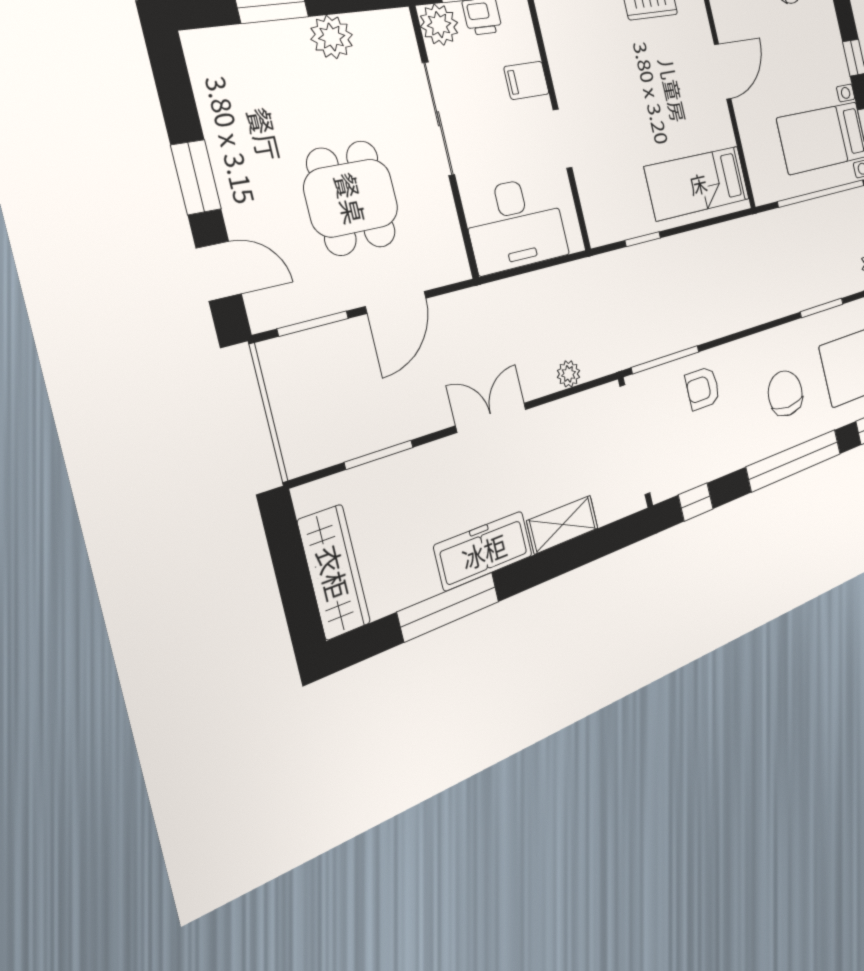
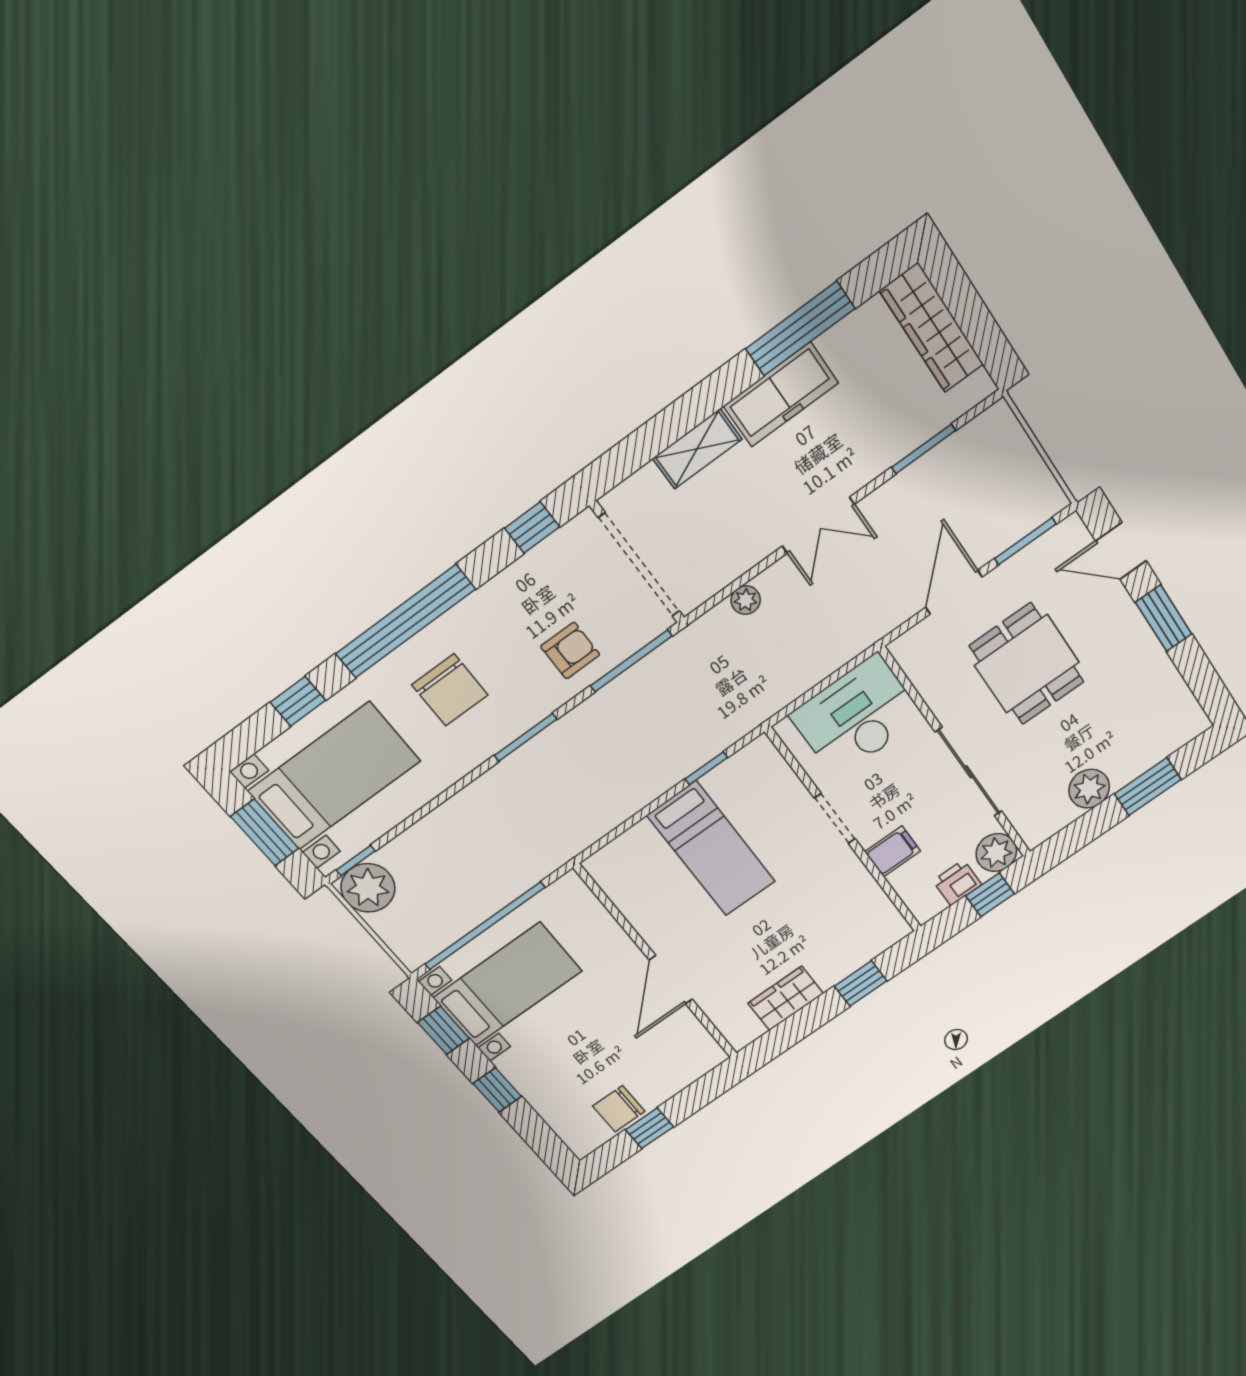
bed: (698, 183) -> (711, 849), moved, turned 90
window: (822, 308) -> (526, 737), moved

